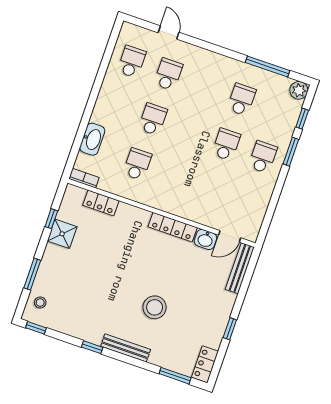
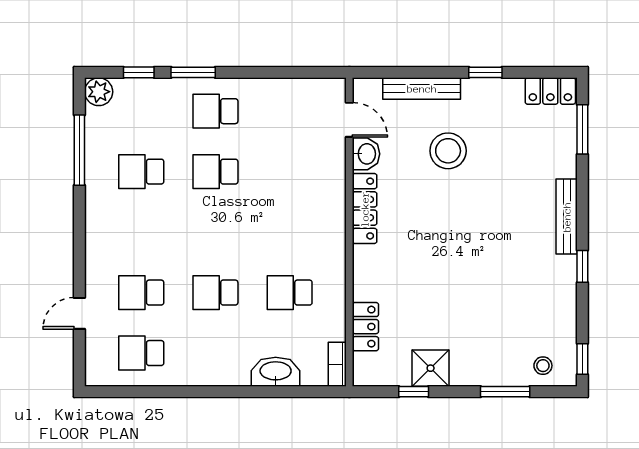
bench: (240, 268) -> (422, 89), moved
stool: (155, 307) -> (448, 151), moved

